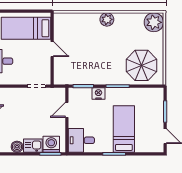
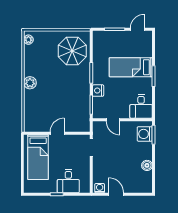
plant: (154, 22) -> (28, 40), width x0.53, depth x0.53
kitchen sink: (33, 146) -> (146, 151), removed

